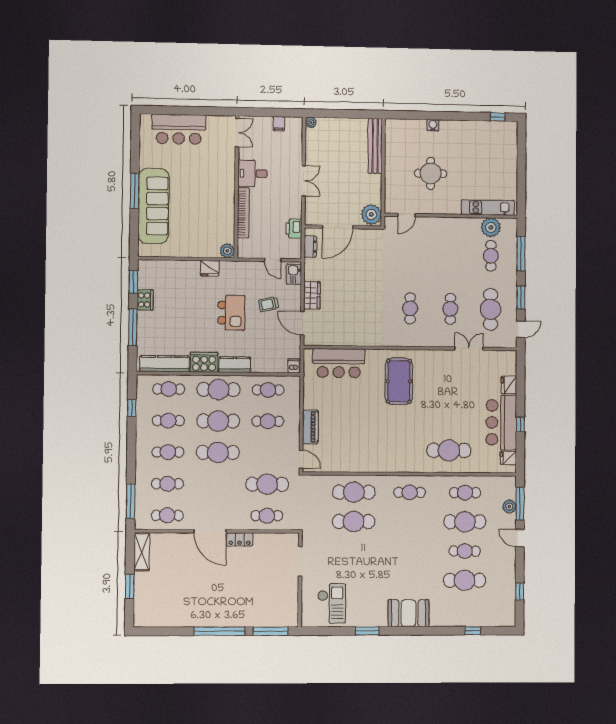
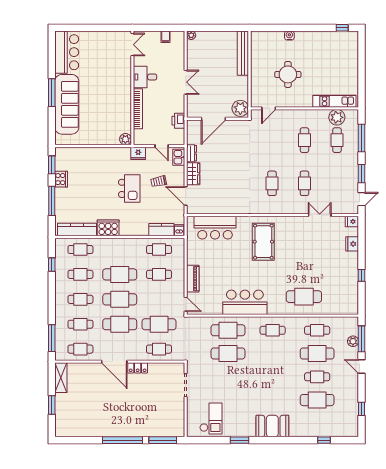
bar counter: (179, 129) -> (67, 52), moved, turned -90
dresser: (310, 247) -> (192, 153), moved
fridge: (210, 268) -> (138, 153), moved
cafe table: (491, 309) -> (304, 140), moved, width x0.73, depth x0.74
kitchen counter: (235, 365) -> (161, 230), moved
cafe table: (218, 390) -> (120, 324), moved
bar counter: (501, 422) -> (245, 302), moved, turned 90
fridge: (508, 458) -> (352, 222), moved

